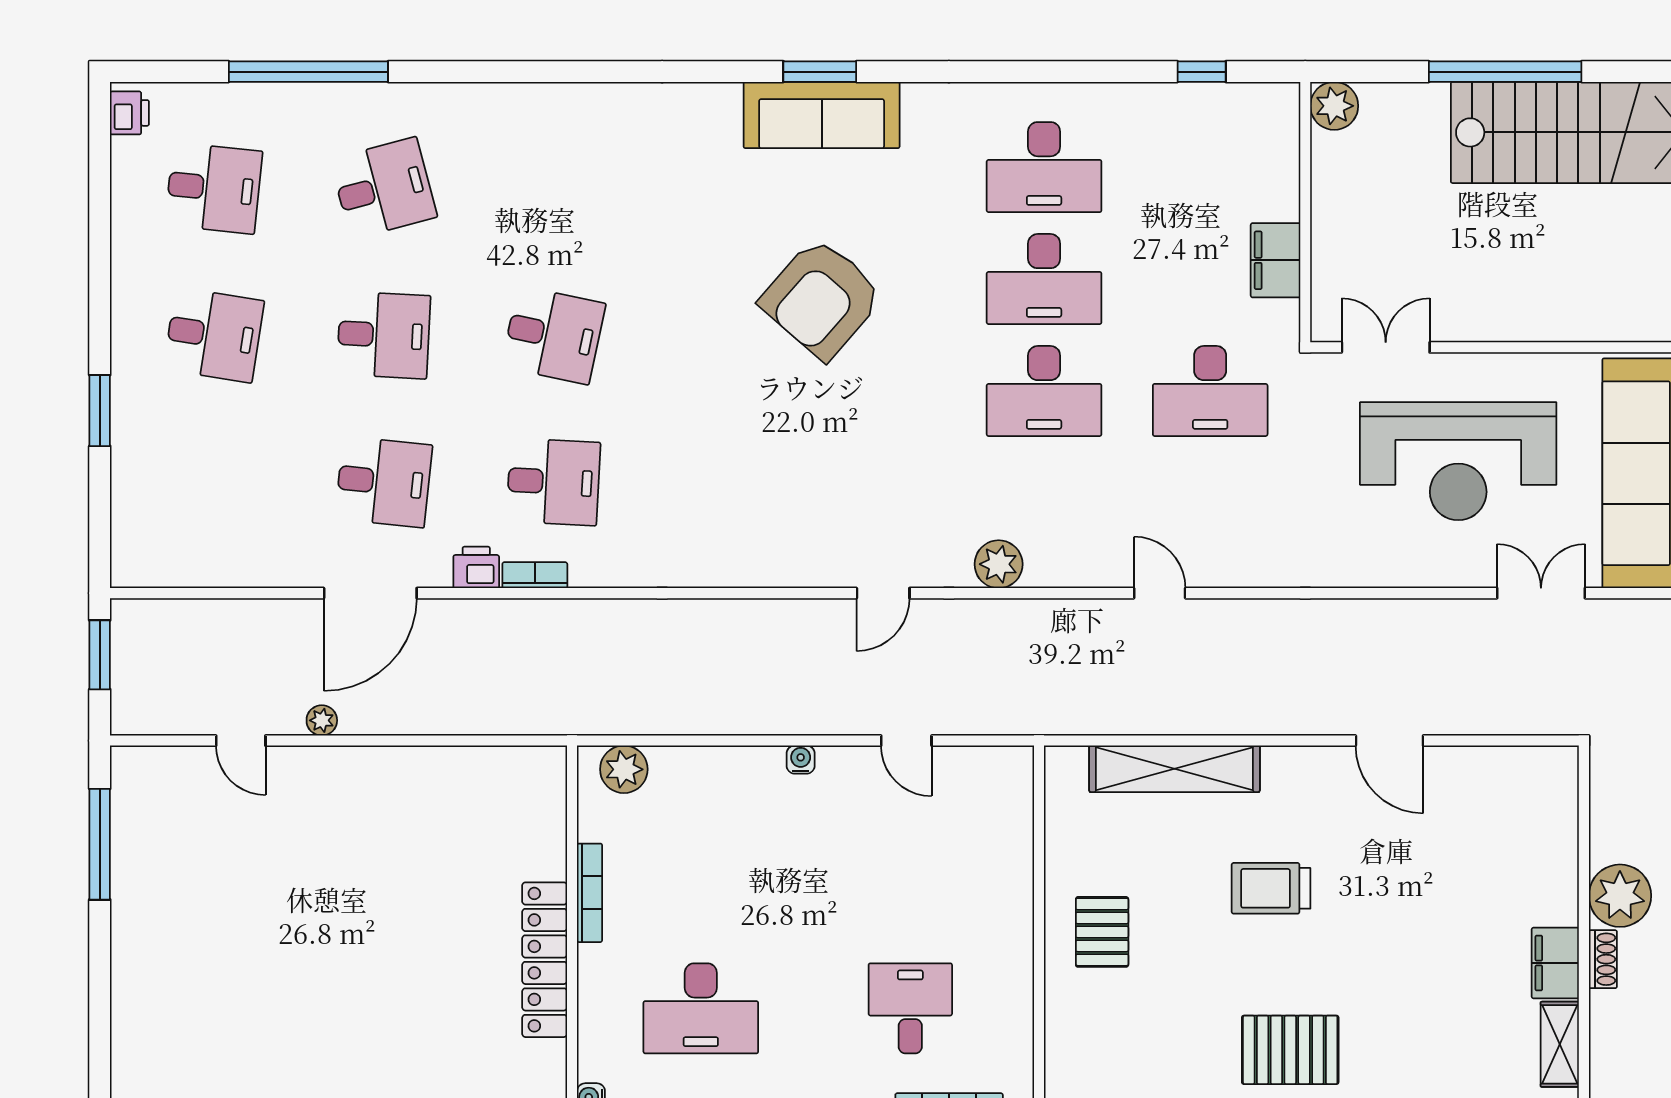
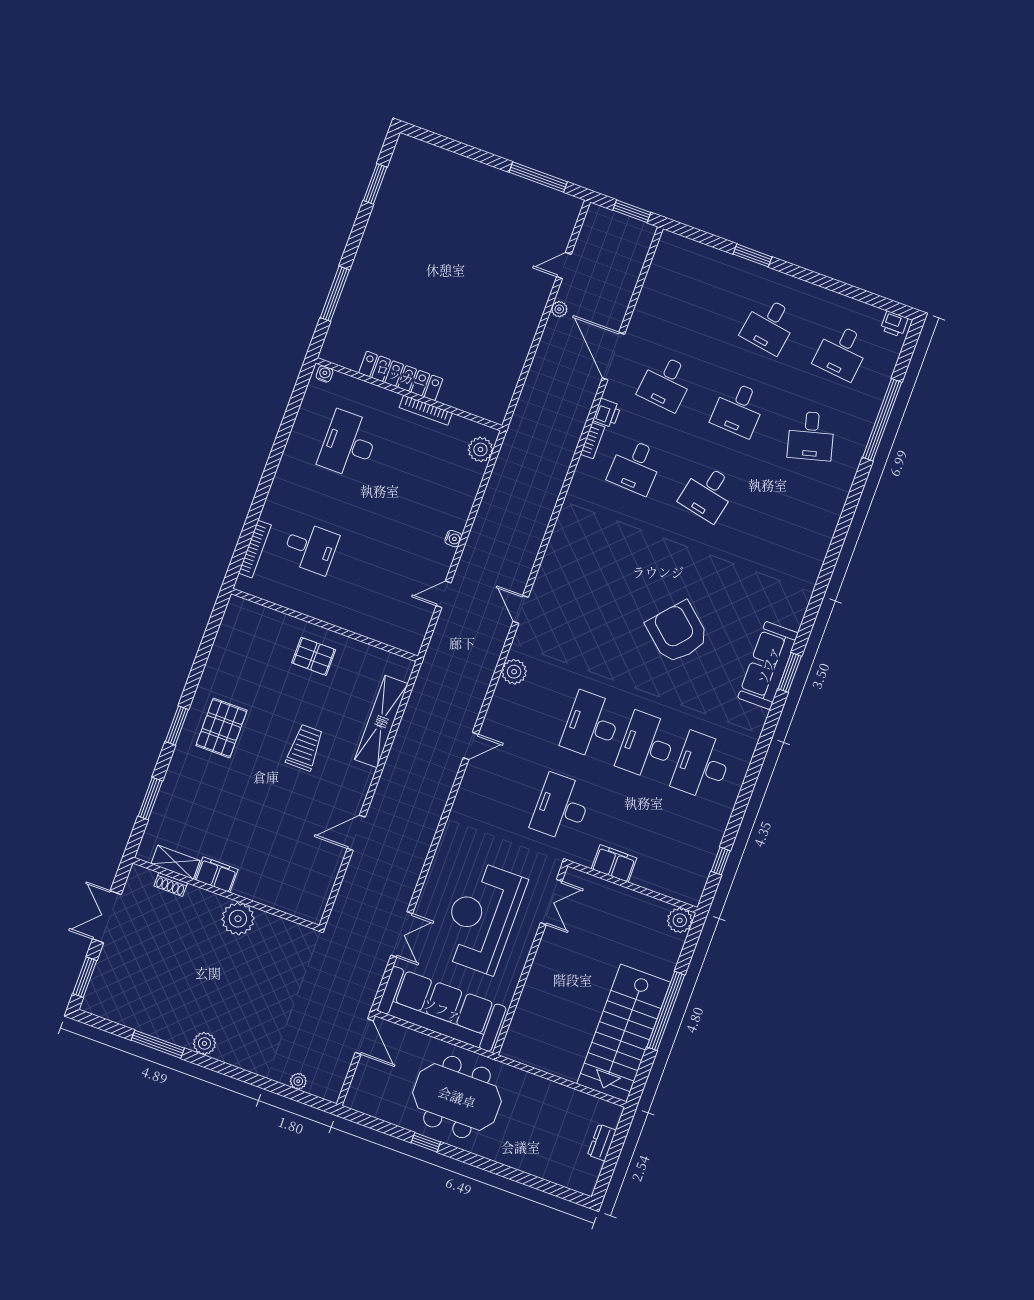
shoe rack: (1603, 959) -> (171, 884), moved

